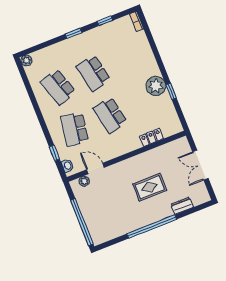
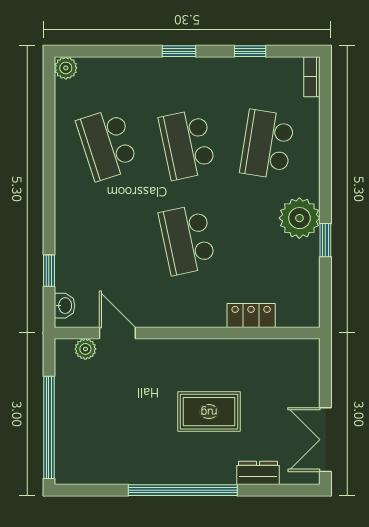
school desk: (75, 129) -> (267, 144), moved
double door: (200, 165) -> (325, 440), moved

